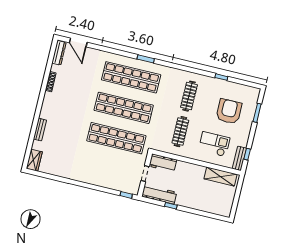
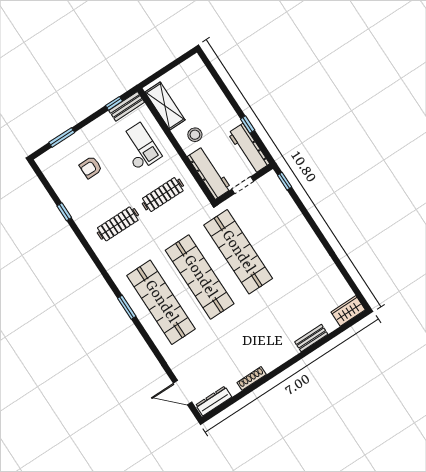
door: (78, 42) -> (183, 393), swing flipped
armchair: (229, 111) -> (91, 167), width x0.53, depth x0.53
checkout: (214, 144) -> (139, 147), turned 180
workbench: (163, 163) -> (209, 173), width x1.37
stool: (192, 176) -> (195, 135), added

